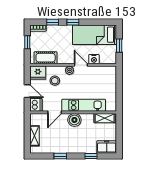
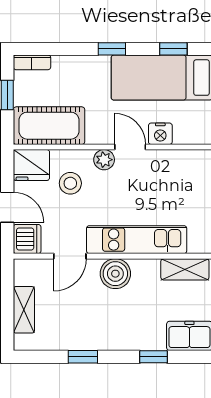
window: (53, 22) -> (173, 49), moved
cot: (46, 58) -> (49, 126), width x1.37, depth x1.34

